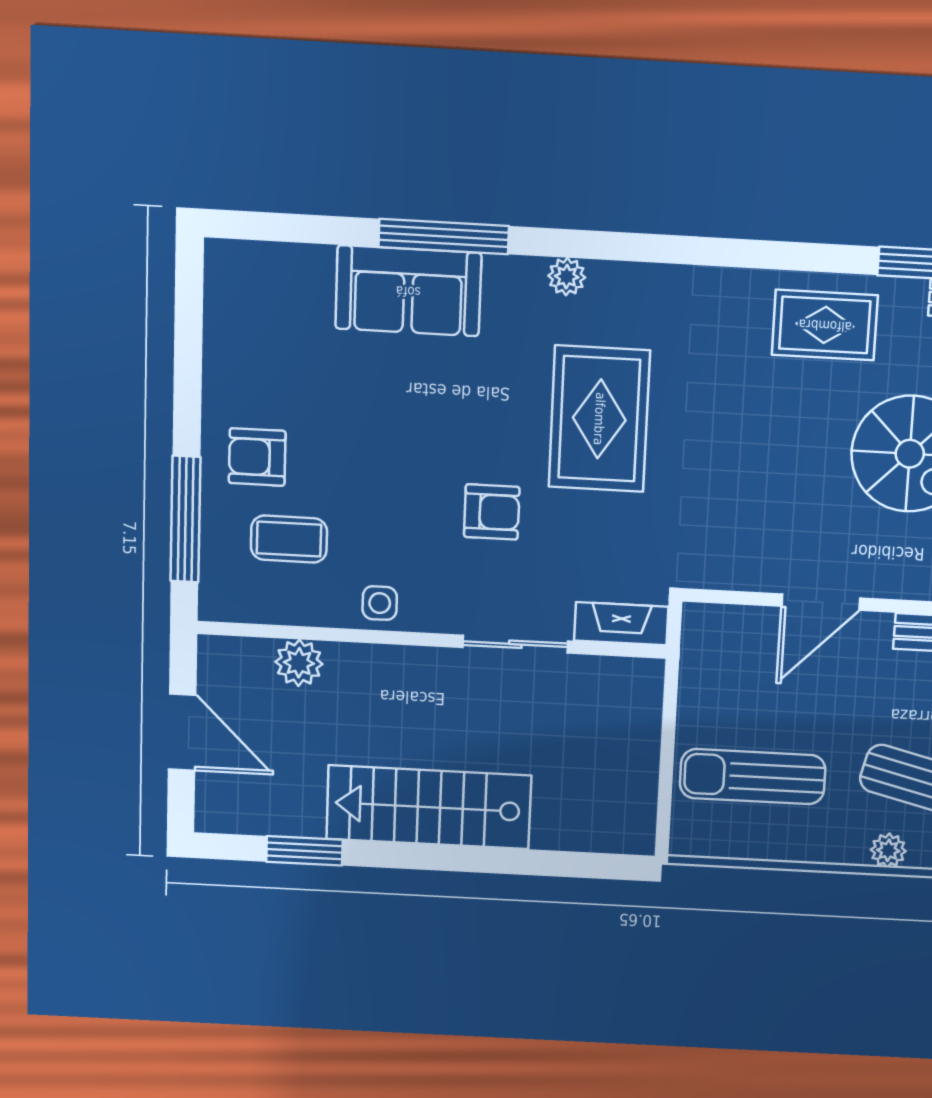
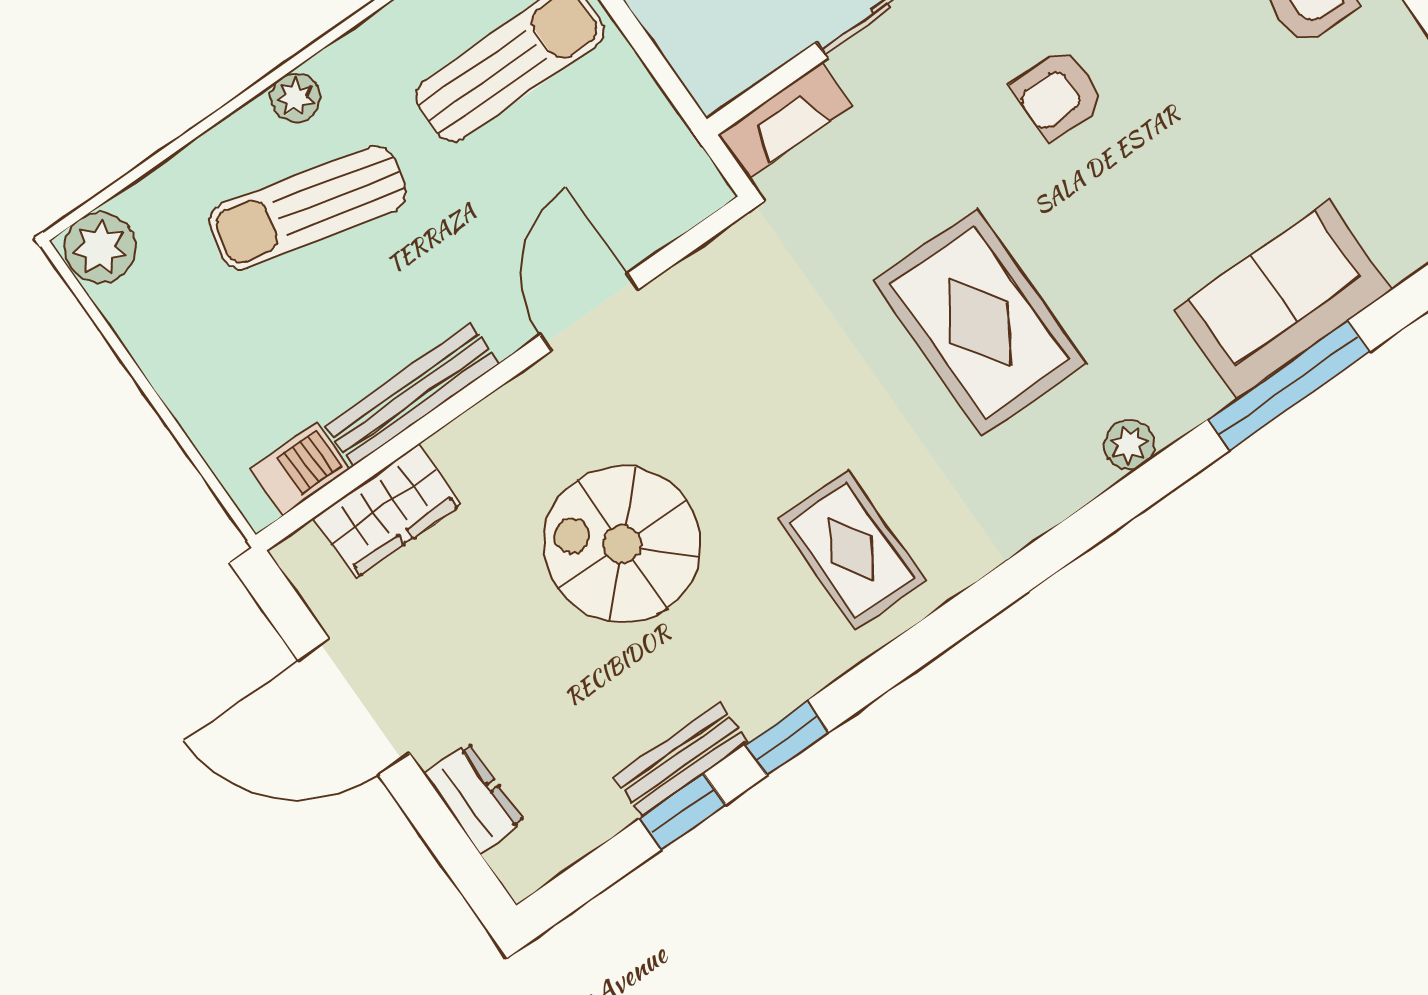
rug: (825, 325) -> (851, 550), moved, turned 90
armchair: (492, 512) -> (1059, 94), moved

